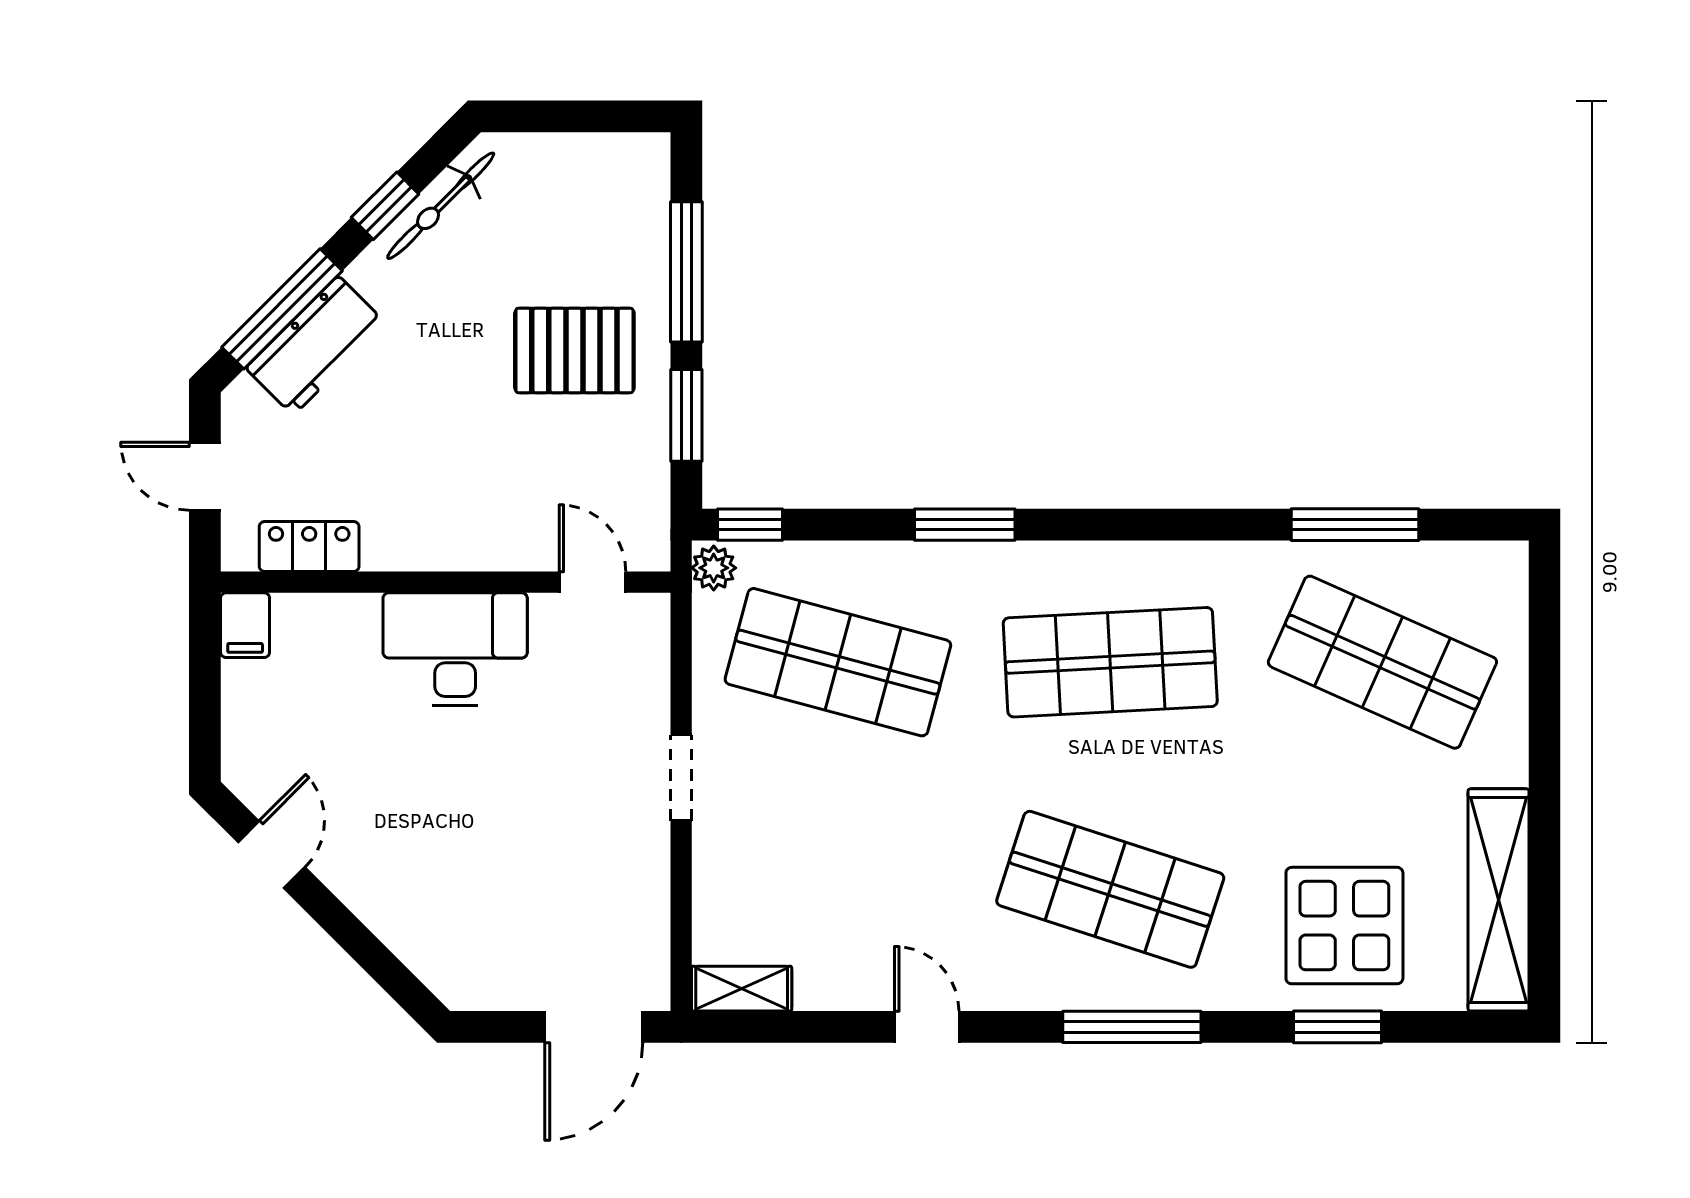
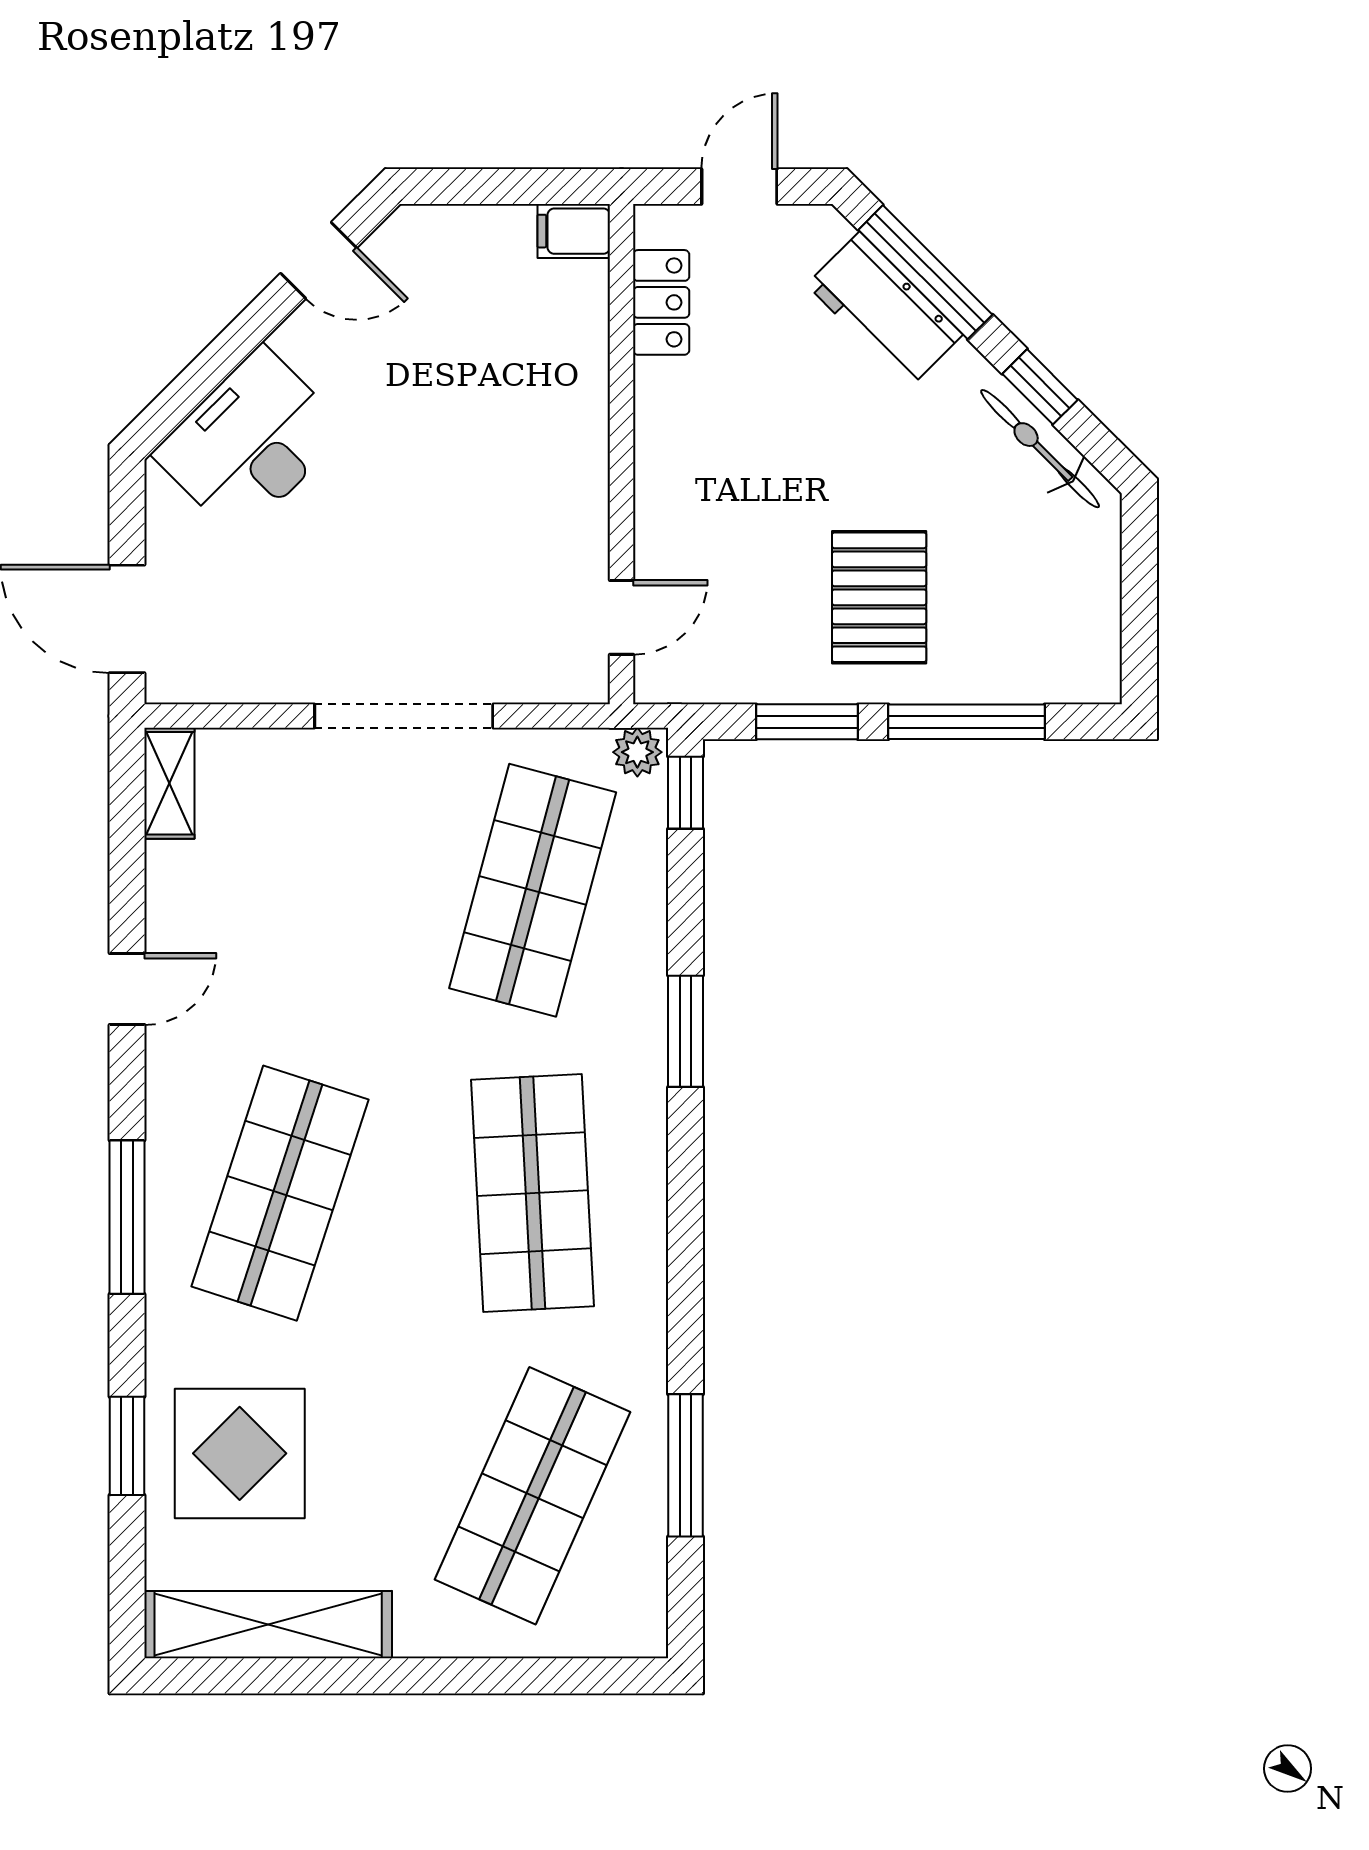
desk: (455, 649) -> (250, 442), moved, turned -135
doorway: (681, 778) -> (404, 716), width x1.87

